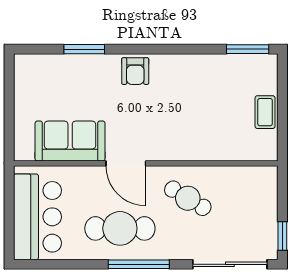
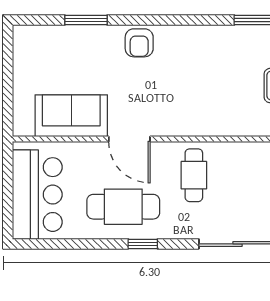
cafe table: (188, 198) -> (194, 175), turned 59
window: (139, 264) -> (143, 244), width x0.46

